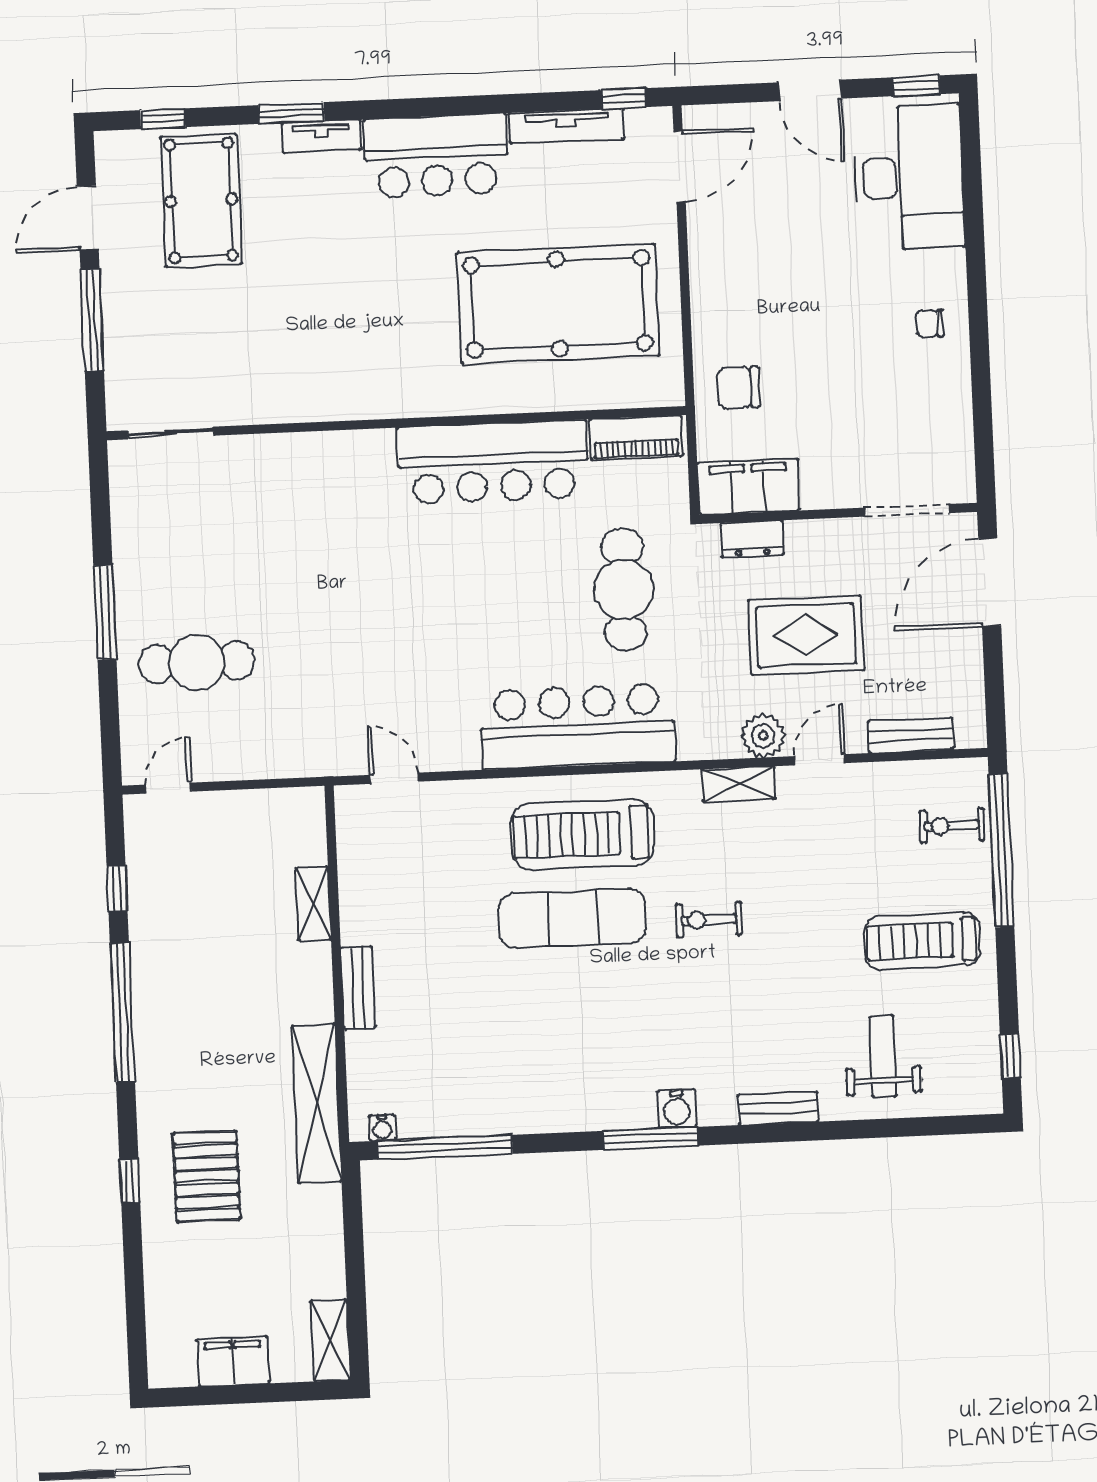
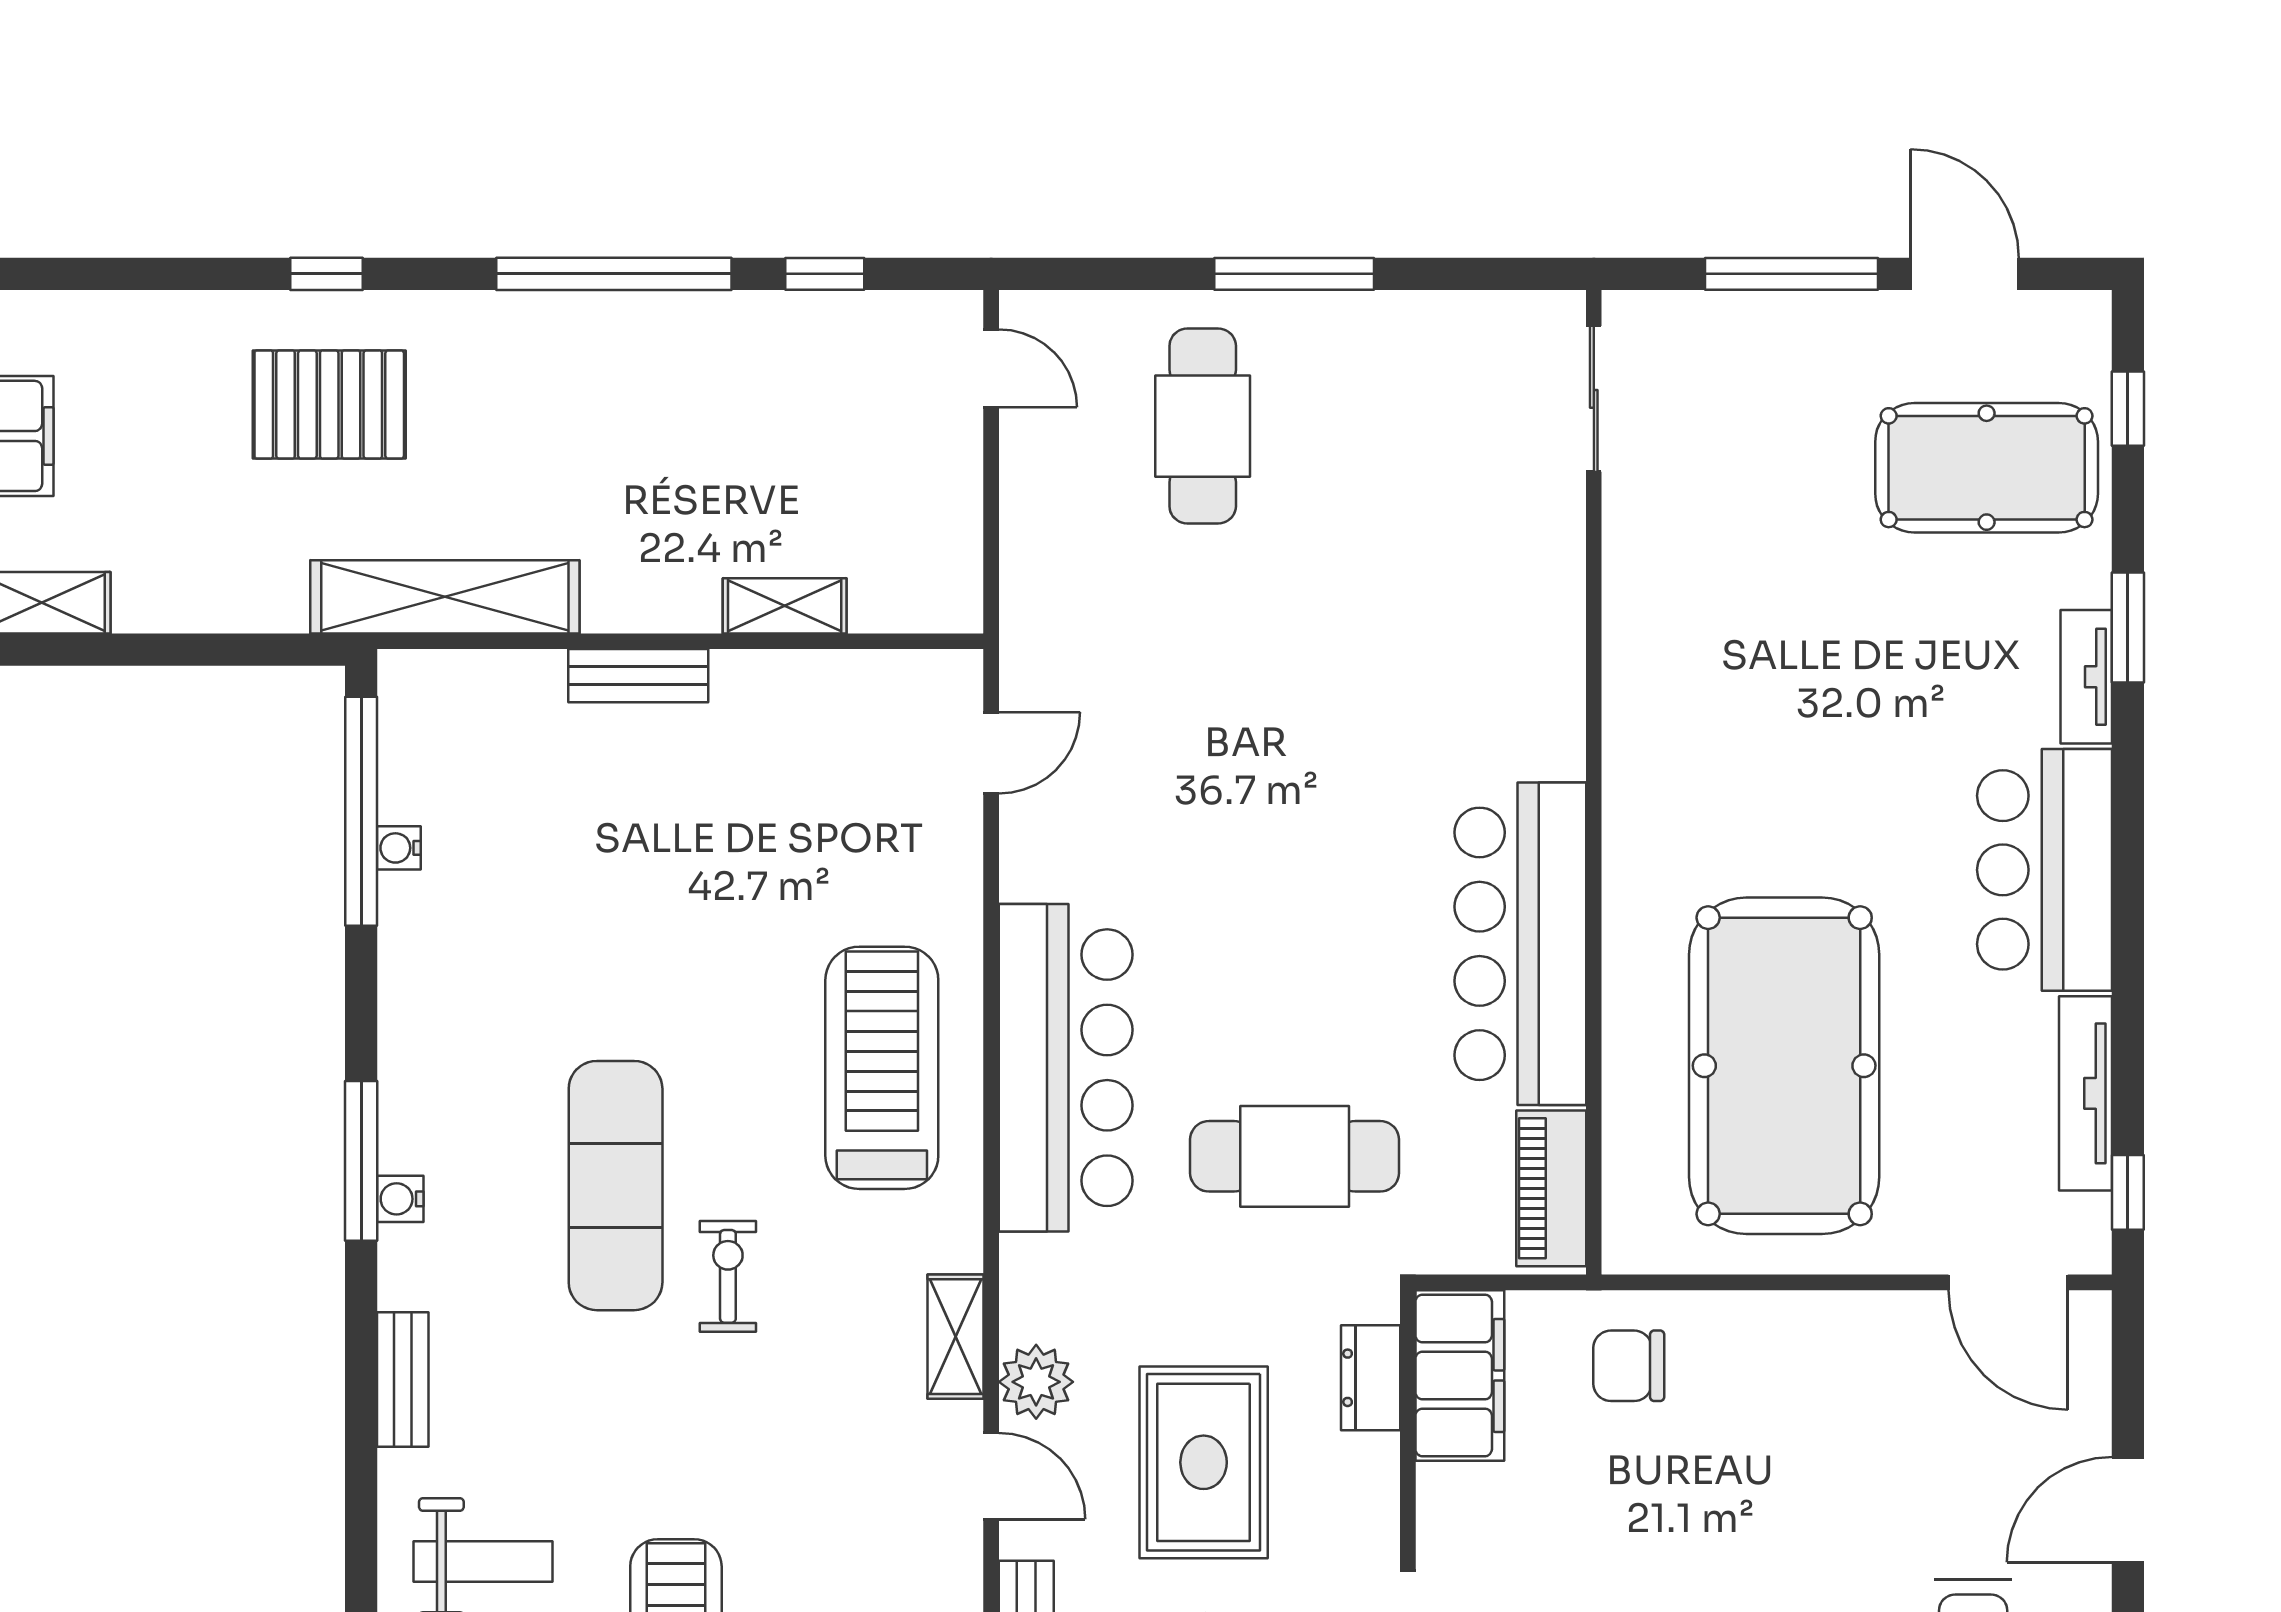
chair: (738, 388) -> (1629, 1366), turned -90
exercise mat: (572, 918) -> (616, 1186), moved
water cooler: (677, 1109) -> (400, 1199), width x0.72, depth x0.72
water cooler: (382, 1128) -> (399, 848), moved

